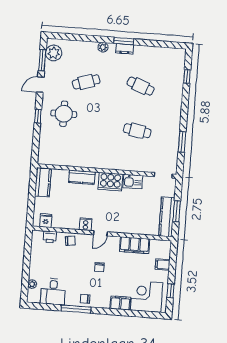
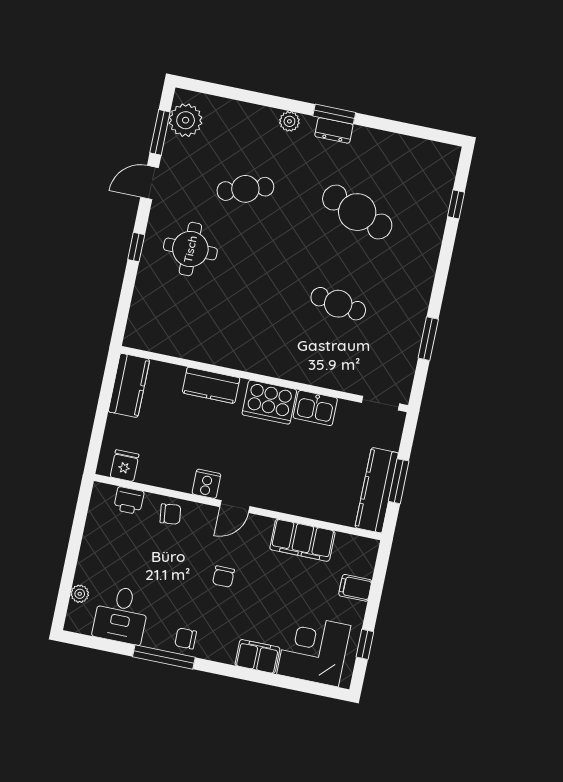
cafe table: (141, 86) -> (357, 212), width x1.37, depth x1.35

